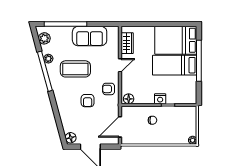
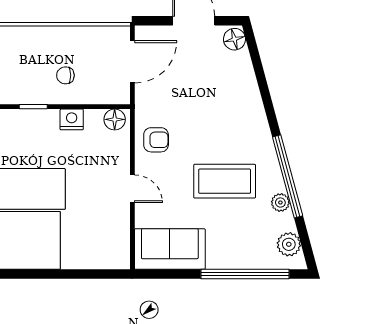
sofa: (90, 36) -> (170, 249), moved
wardrobe: (127, 43) -> (118, 234), removed
door: (120, 65) -> (132, 189), swing flipped
nightstand: (160, 99) -> (72, 119), moved
armchair: (88, 101) -> (199, 116), removed

